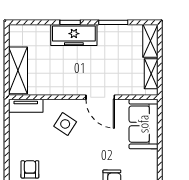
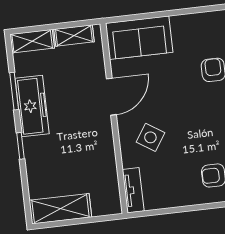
freezer: (74, 35) -> (32, 106), moved
shelving: (18, 70) -> (60, 209), moved

